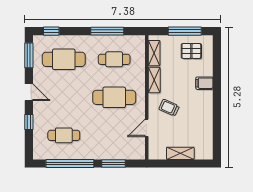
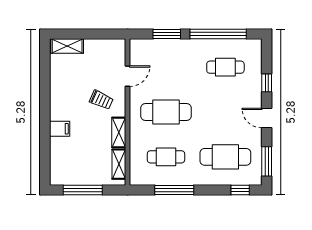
pallet: (191, 51) -> (75, 167), removed
shelving: (180, 153) -> (67, 46), moved

